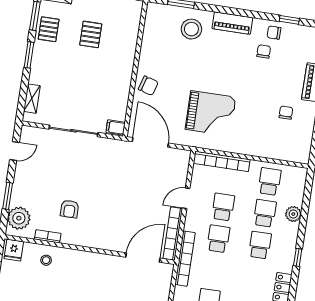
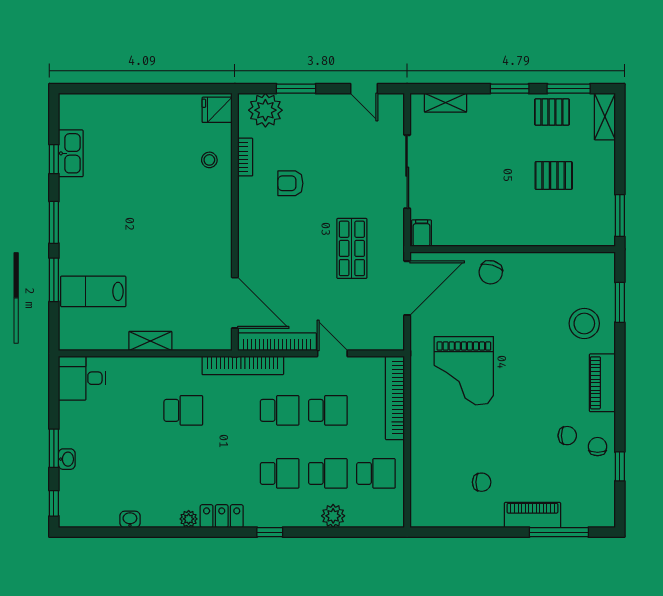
shop shelf: (119, 175) -> (352, 248), added

